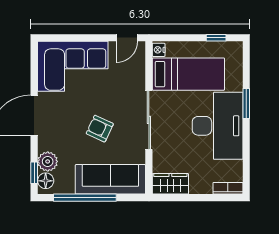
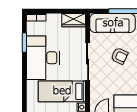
window: (246, 104) -> (24, 42), moved

